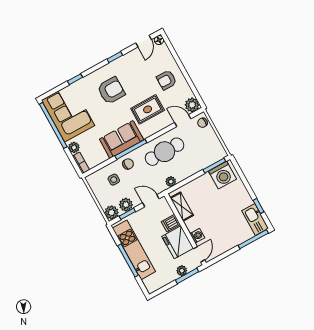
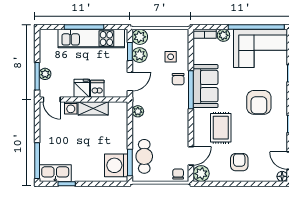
cafe table: (165, 152) -> (144, 156), moved, width x0.73, depth x0.74
shelving: (182, 207) -> (93, 108), moved
fridge: (178, 242) -> (82, 88), width x0.53, depth x0.75

